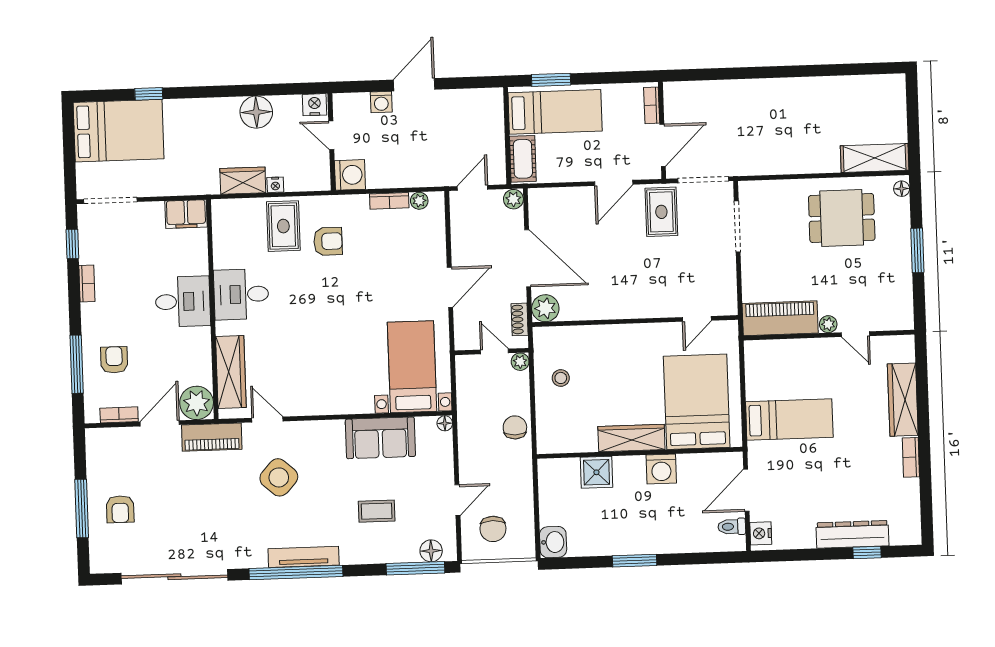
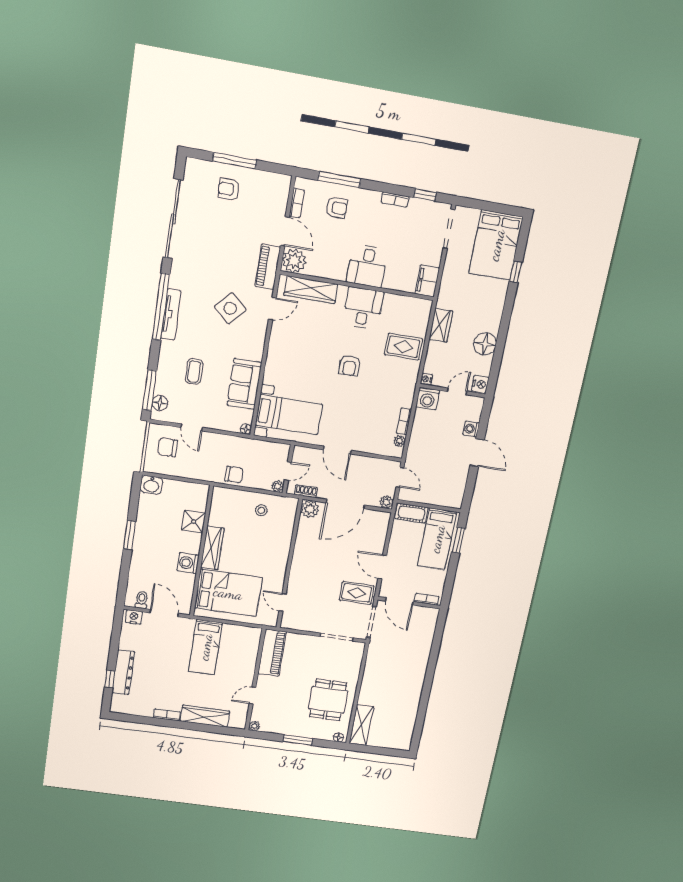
nightstand: (275, 185) -> (426, 379), moved
armchair: (328, 241) -> (350, 366), moved
plant: (828, 324) -> (254, 726), moved

